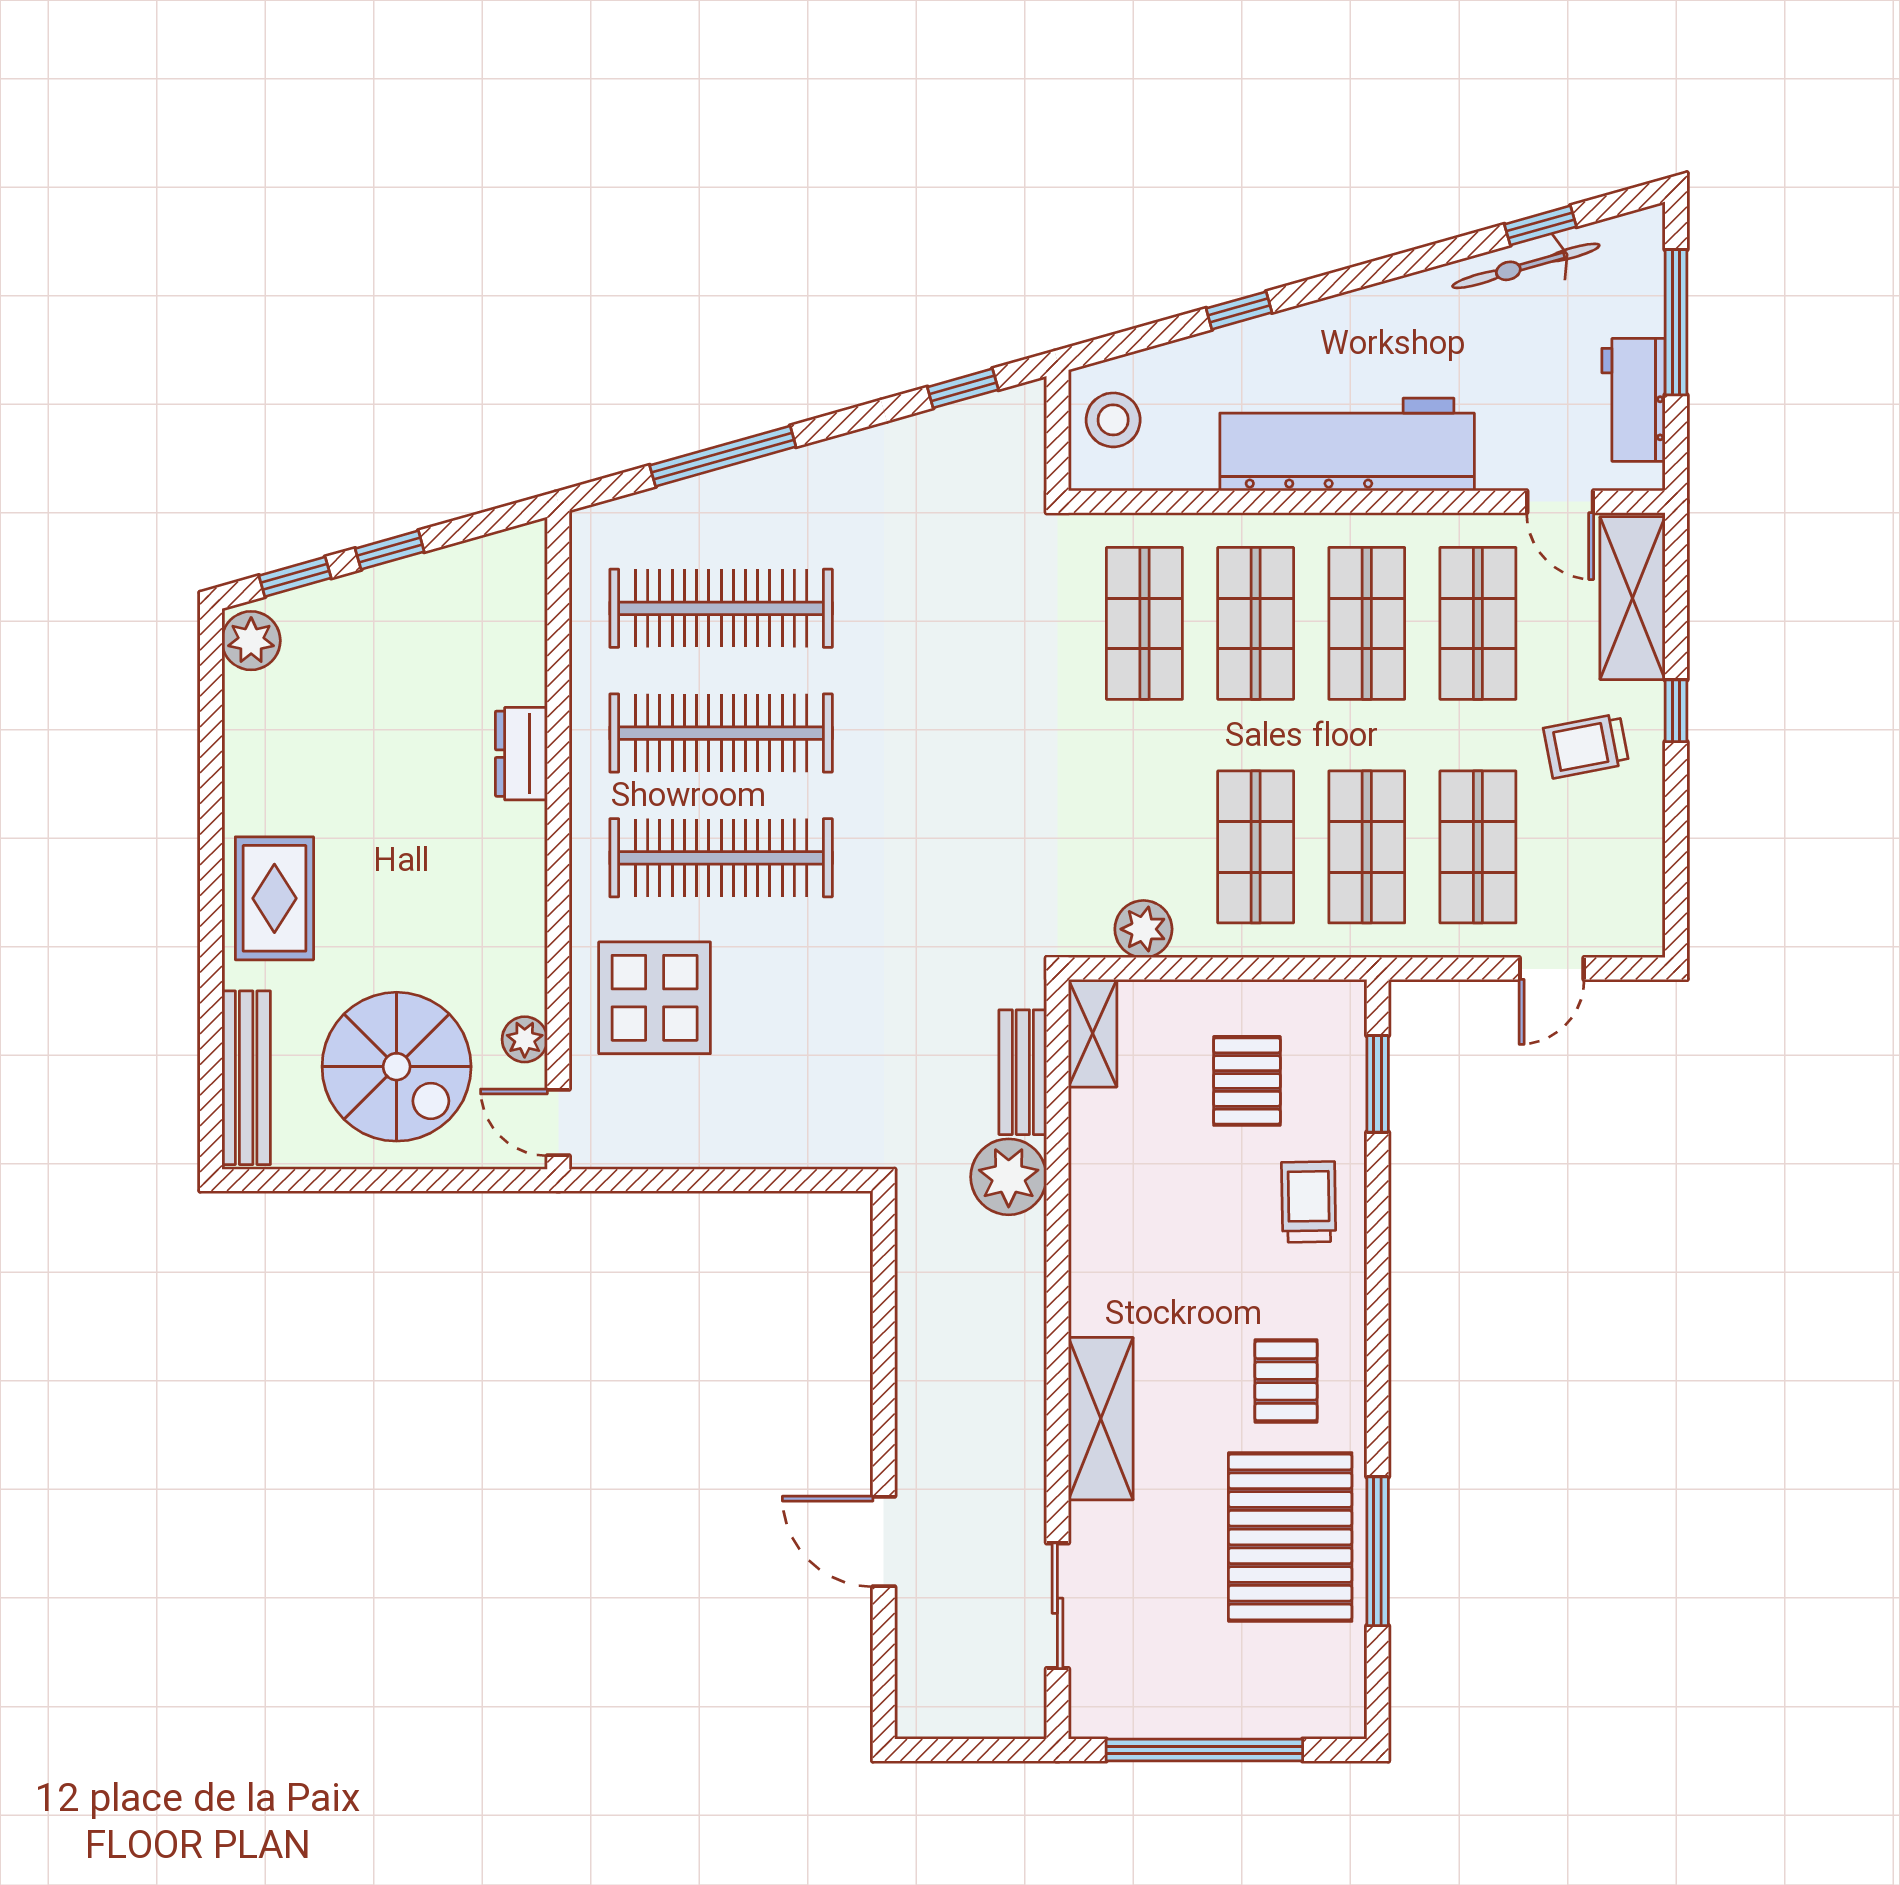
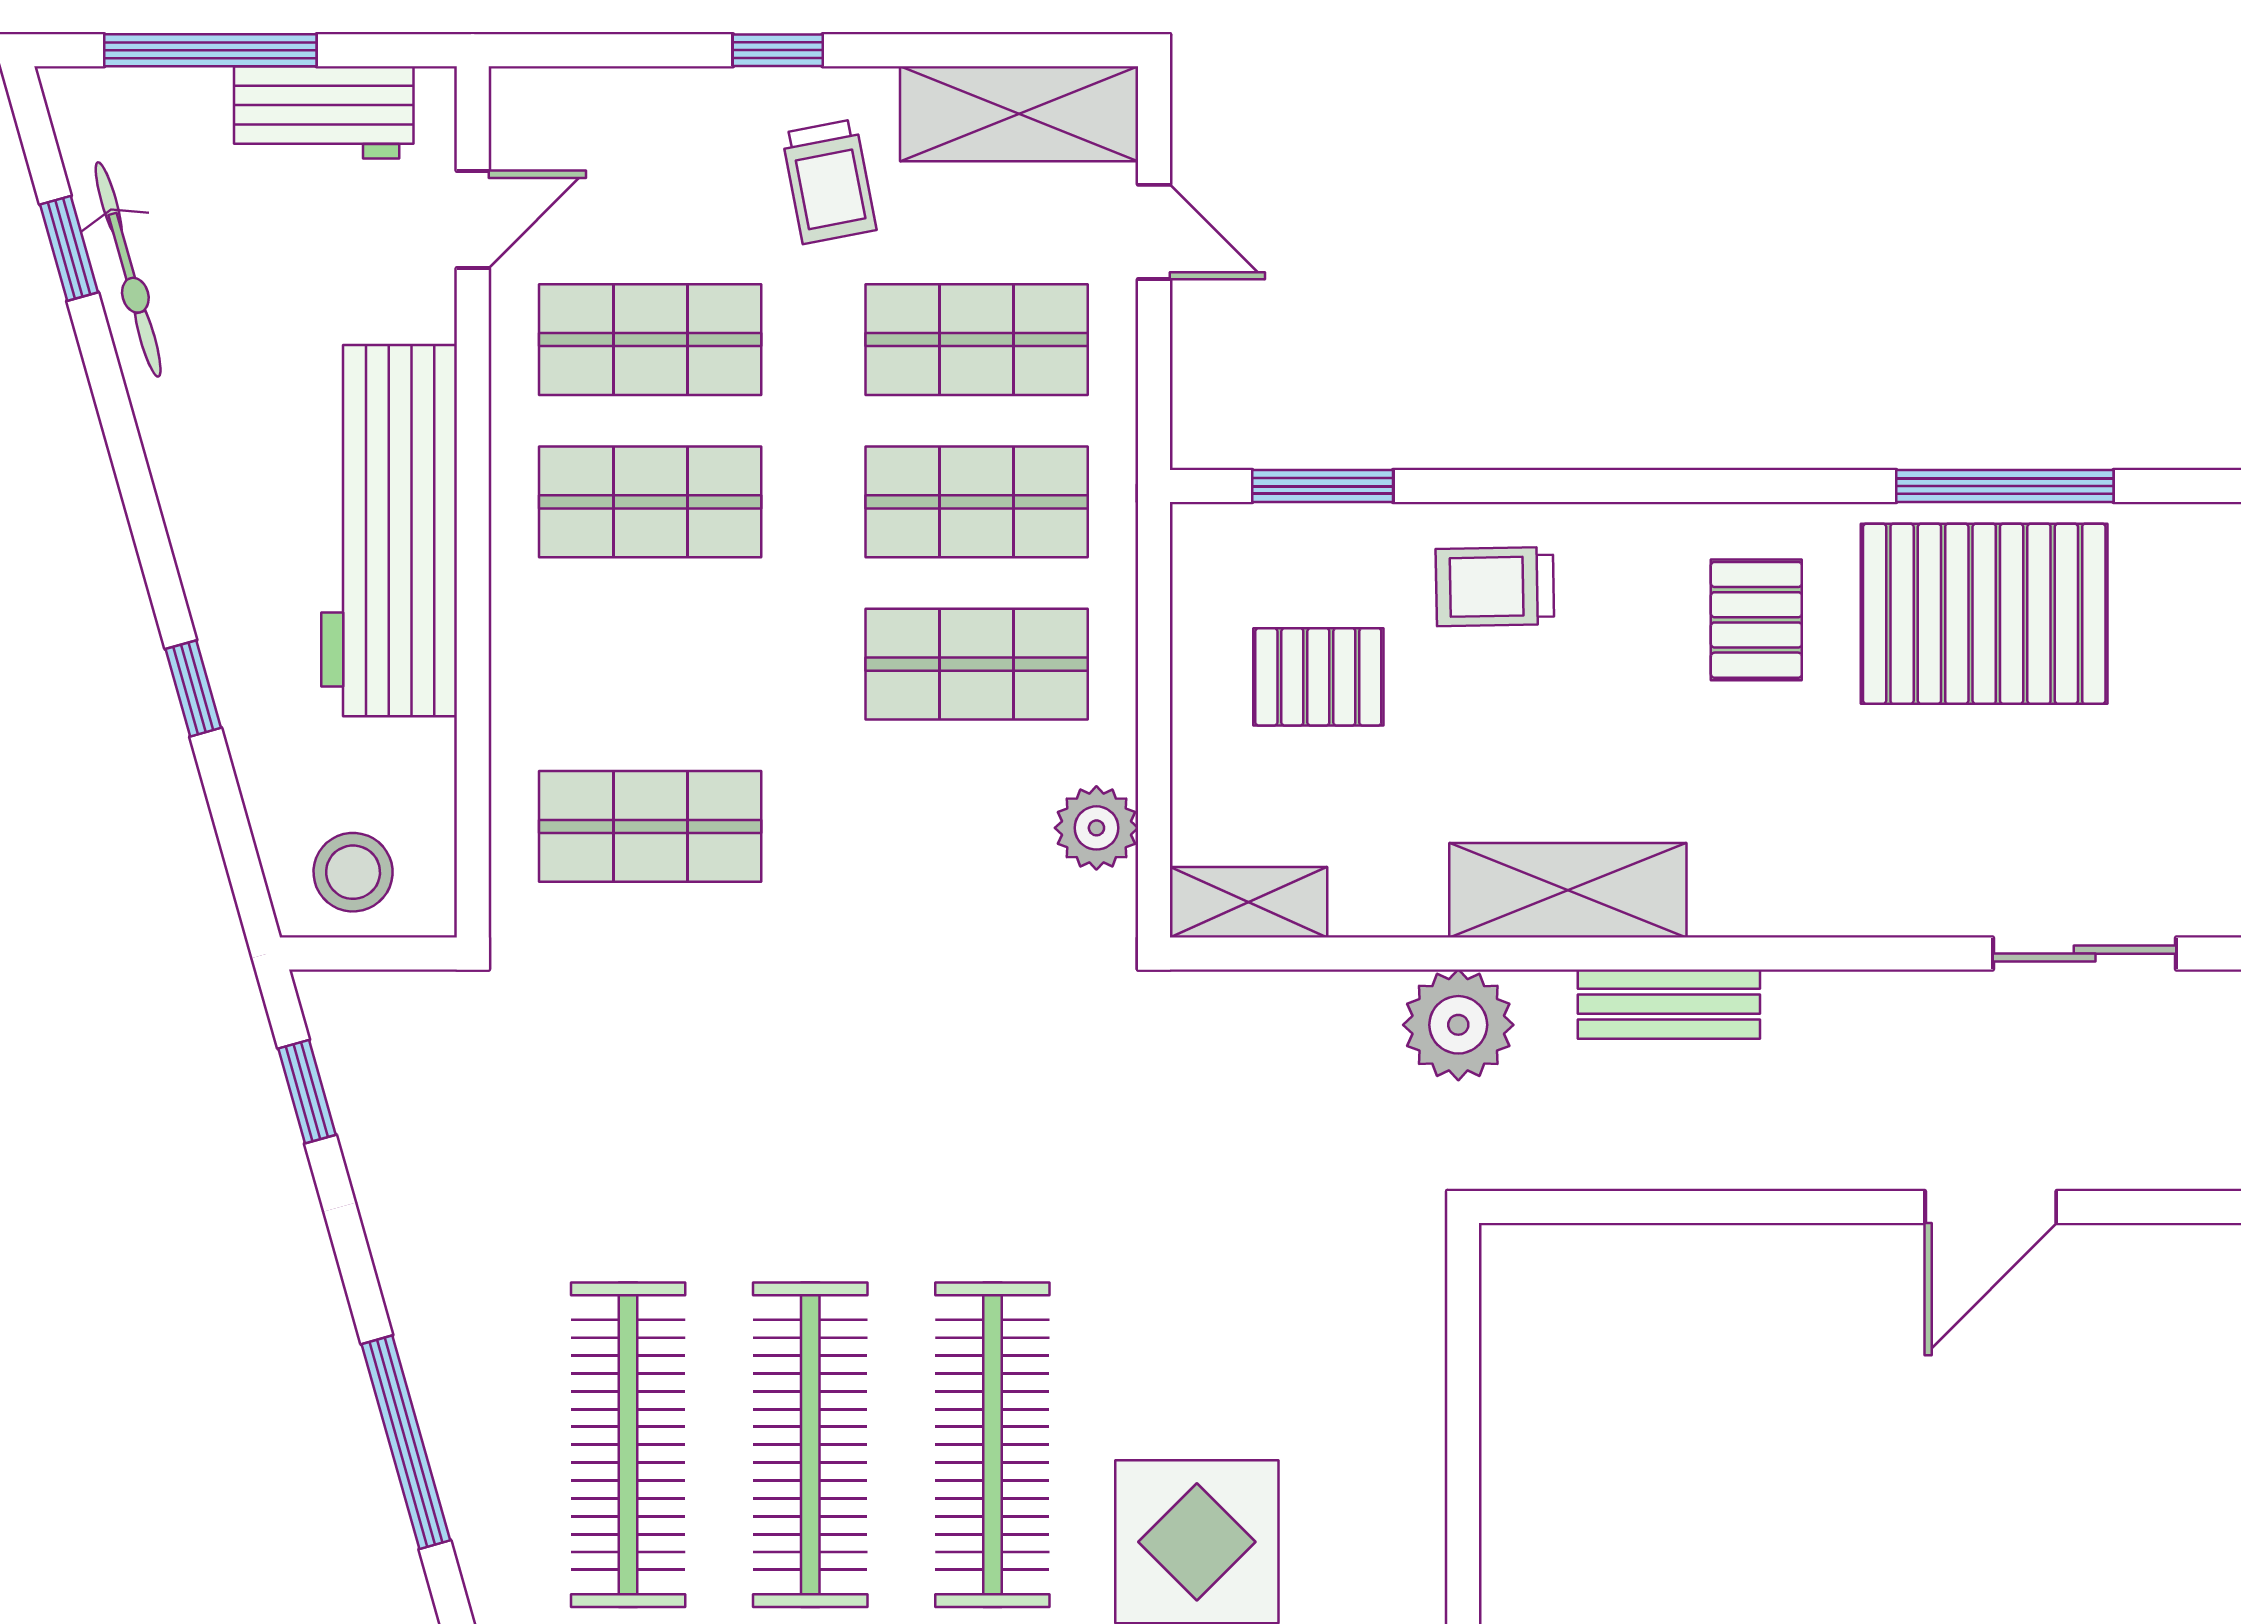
shelving: (1633, 598) -> (1019, 114), moved
shop shelf: (1256, 623) -> (650, 664), removed
bench: (1023, 1072) -> (1669, 1004), moved
pallet: (1286, 1381) -> (1756, 620), turned 90
shelving: (1101, 1419) -> (1568, 890), moved

